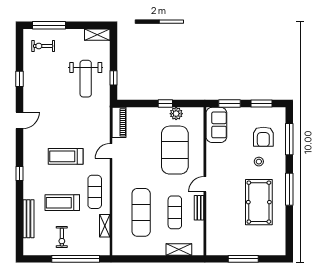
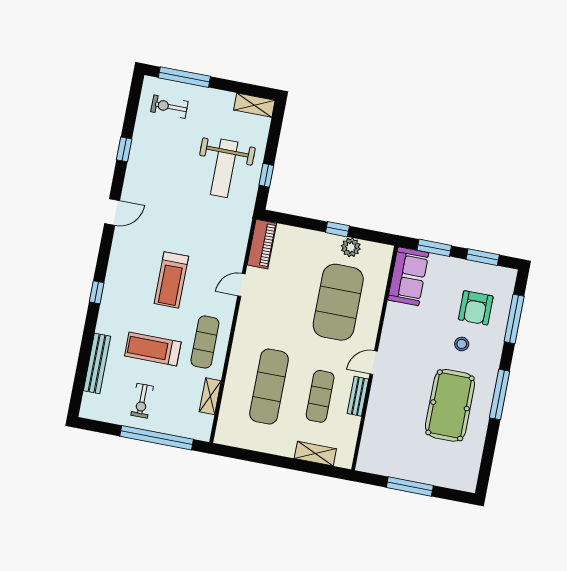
treadmill: (66, 156) -> (171, 280), turned -90

